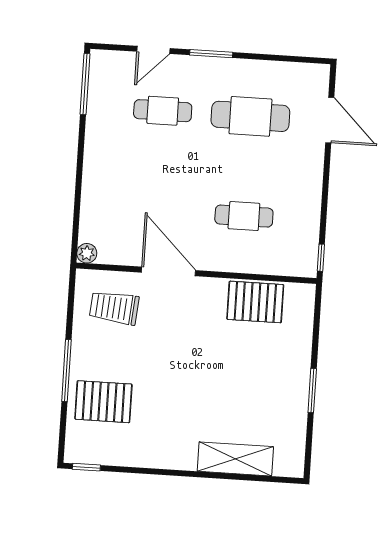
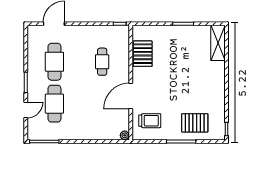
door: (153, 50) -> (26, 110), hinge flipped
cafe table: (163, 111) -> (54, 104), width x1.37, depth x1.35
trolley: (114, 308) -> (150, 121), turned -95
pallet: (103, 402) -> (195, 123), turned 90
shelving: (235, 459) -> (218, 43), moved

